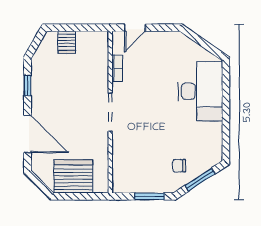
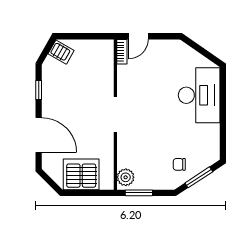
server rack: (67, 42) -> (61, 52), moved, turned -60
bookcase: (117, 68) -> (122, 52), moved
plant: (121, 180) -> (126, 177), added
window: (149, 196) -> (139, 193), moved

